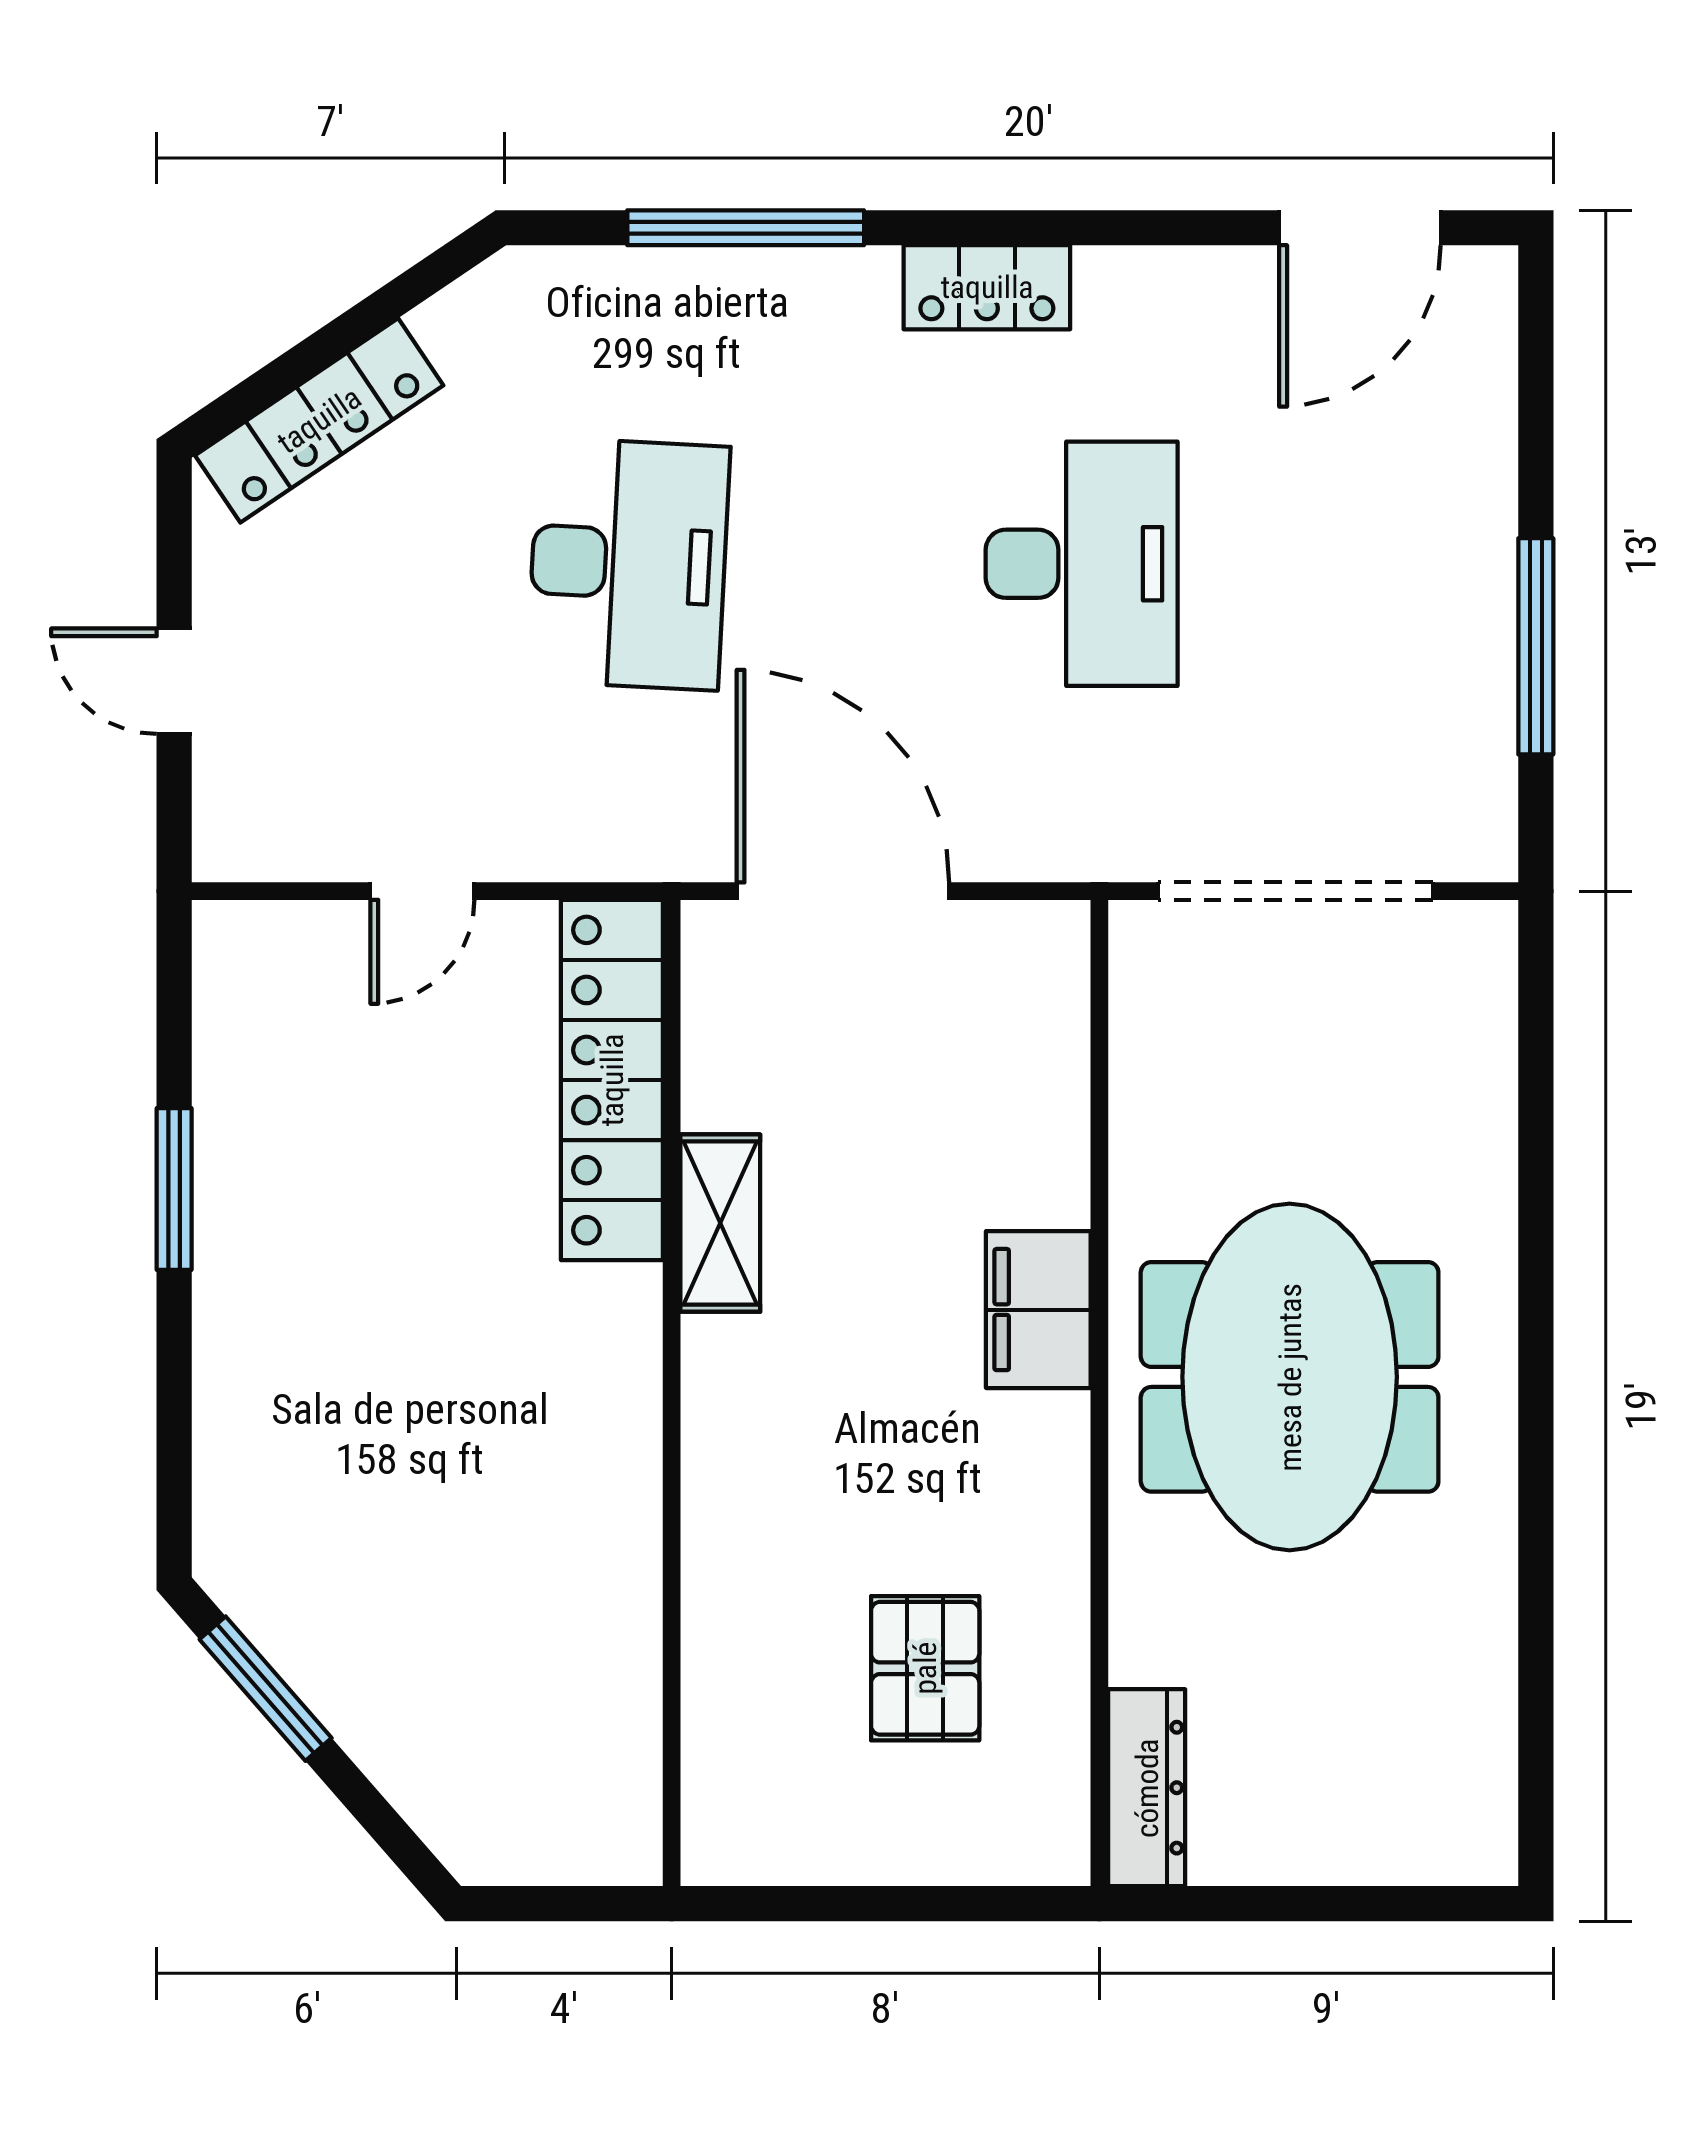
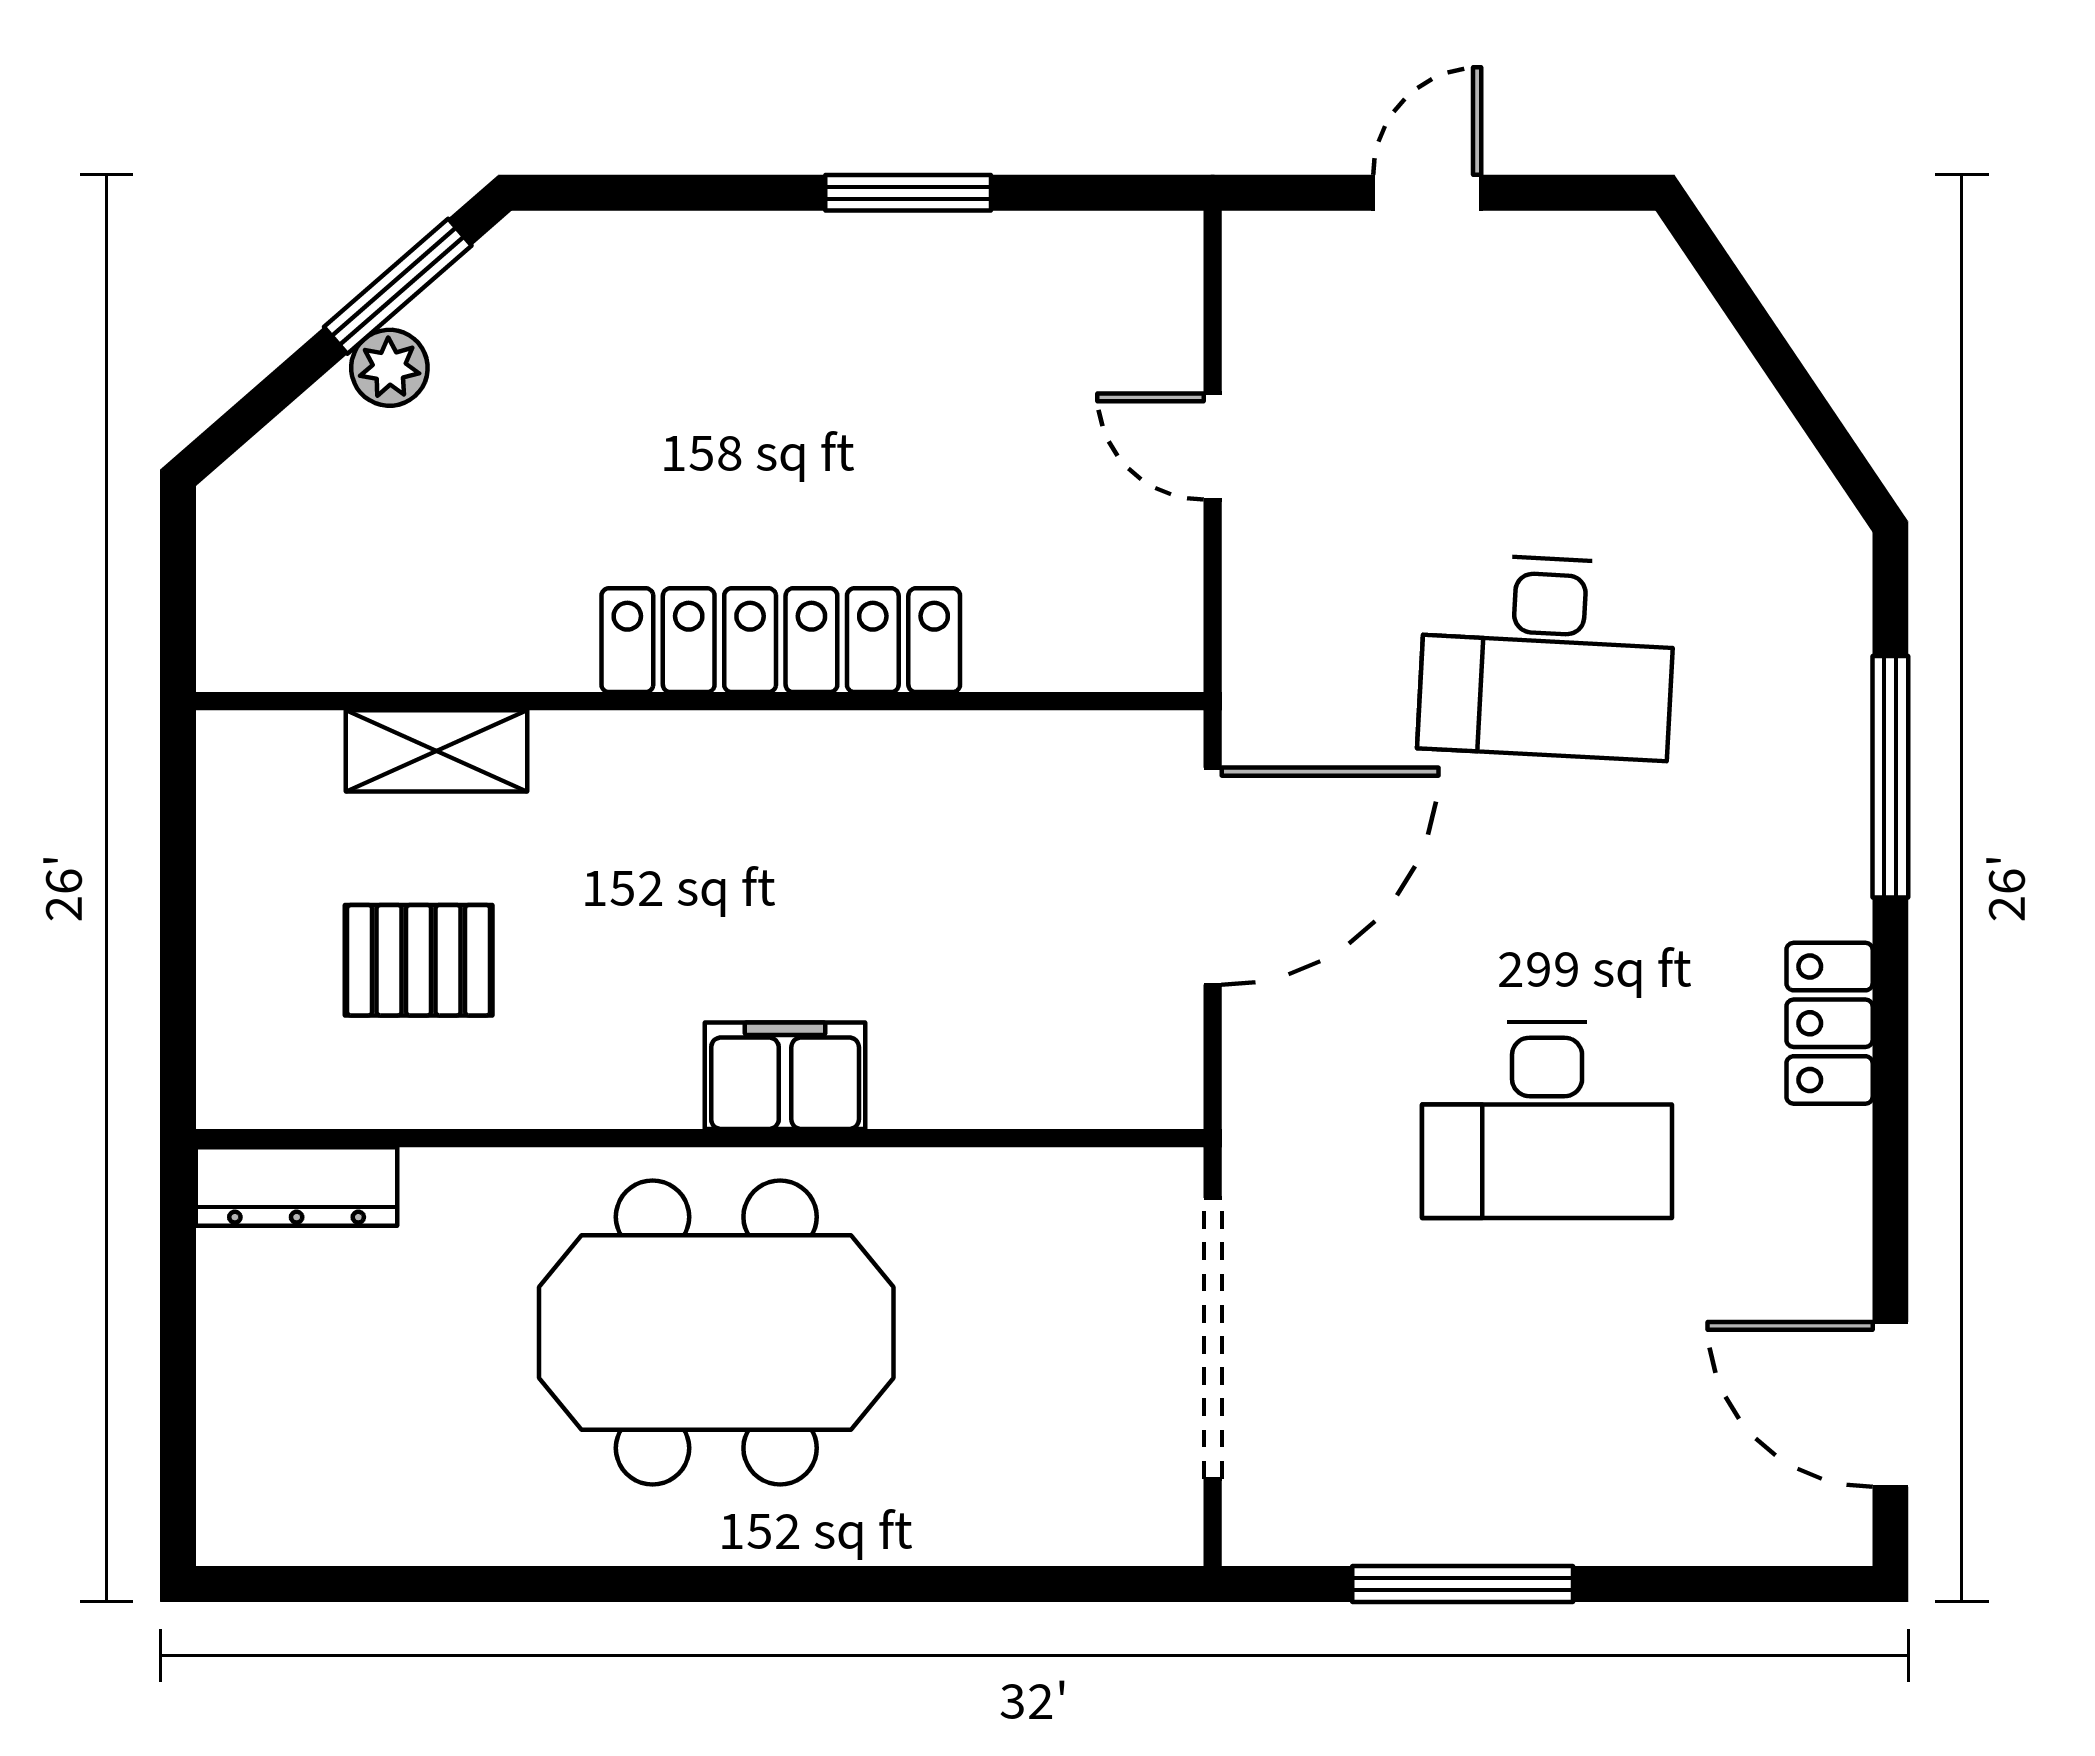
locker: (319, 420) -> (1693, 341), removed
locker: (612, 1080) -> (781, 640), moved
shelving: (720, 1223) -> (437, 751), moved
plant: (345, 1697) -> (389, 368), added

